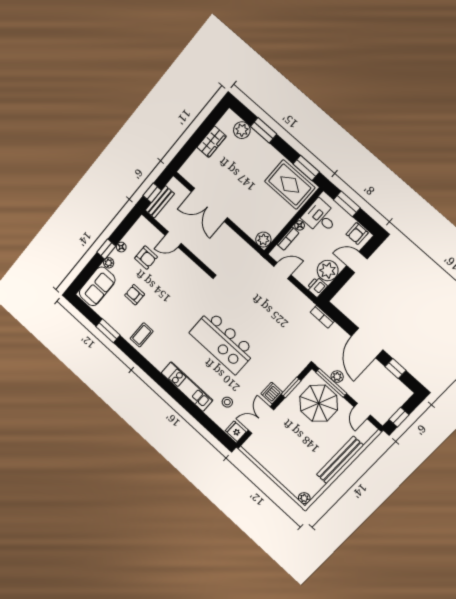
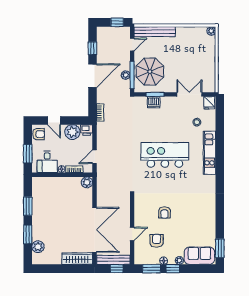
wardrobe: (212, 142) -> (77, 259), moved, width x1.50
window: (306, 168) -> (28, 206), moved
rug: (290, 184) -> (44, 194), removed
bench: (160, 202) -> (113, 260), width x1.36
double door: (209, 205) -> (95, 230), width x1.36
window: (123, 228) -> (152, 269), added
door: (173, 239) -> (132, 234), hinge flipped
door: (282, 271) -> (95, 157), hinge flipped
armchair: (135, 295) -> (164, 212), moved
window: (108, 331) -> (220, 248), moved
coffee table: (142, 335) -> (204, 205), removed
kitchen island: (223, 342) -> (165, 155), turned -90
dishwasher: (272, 393) -> (154, 102), moved
double door: (261, 420) -> (189, 94), swing flipped
bench: (340, 460) -> (155, 32), moved

